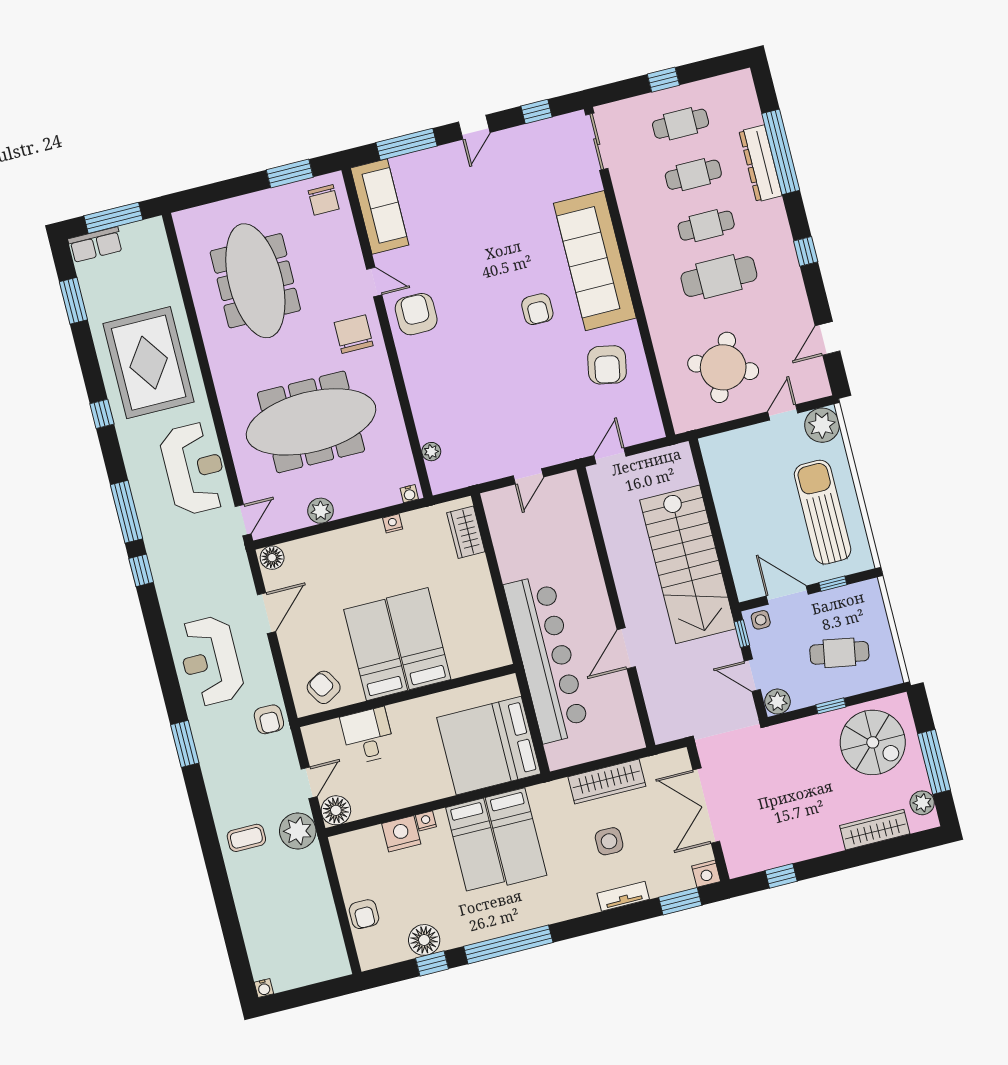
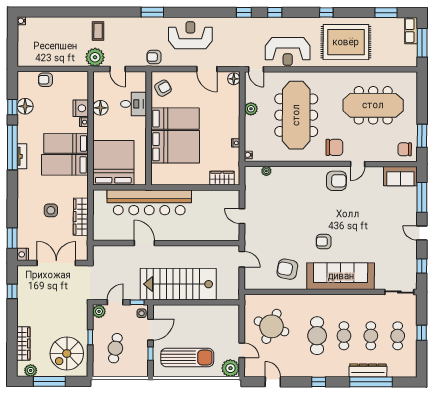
sofa: (380, 207) -> (400, 176), width x0.73
window: (126, 512) -> (275, 12), width x0.46
bed: (419, 639) -> (175, 147), width x1.50
floor lamp: (336, 810) -> (100, 108), moved
tv unit: (623, 896) -> (22, 156), moved

